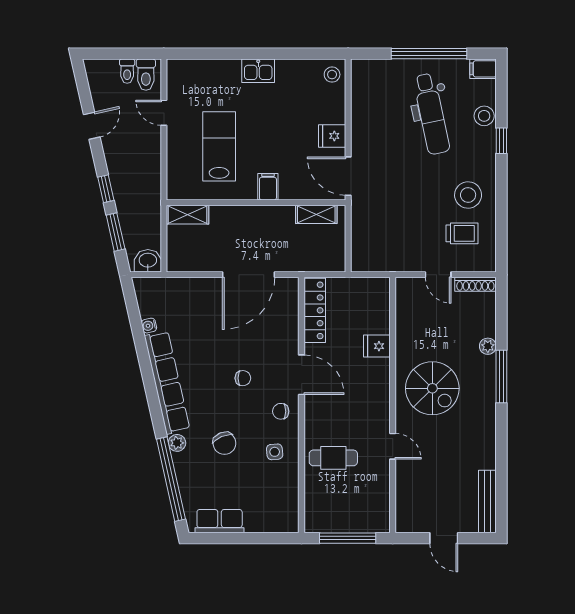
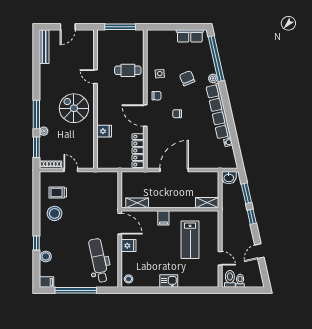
dental chair: (431, 114) -> (99, 260), moved
window: (501, 316) -> (36, 147), added
door: (444, 538) -> (68, 27), swing flipped

